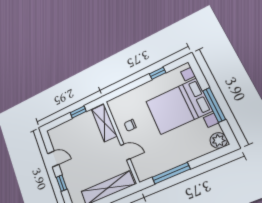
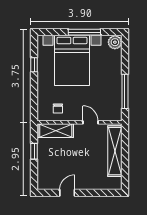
chair: (130, 125) -> (58, 108), moved
door: (125, 152) -> (90, 122), hinge flipped
window: (62, 183) -> (93, 193), removed

